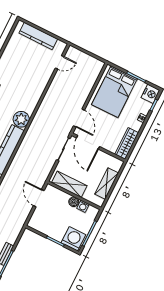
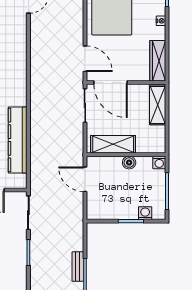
plant: (21, 119) -> (16, 95), removed
shelving: (107, 184) -> (158, 105), moved
washing machine: (83, 206) -> (159, 162), moved
washing machine: (73, 239) -> (145, 213), width x0.53, depth x0.53

